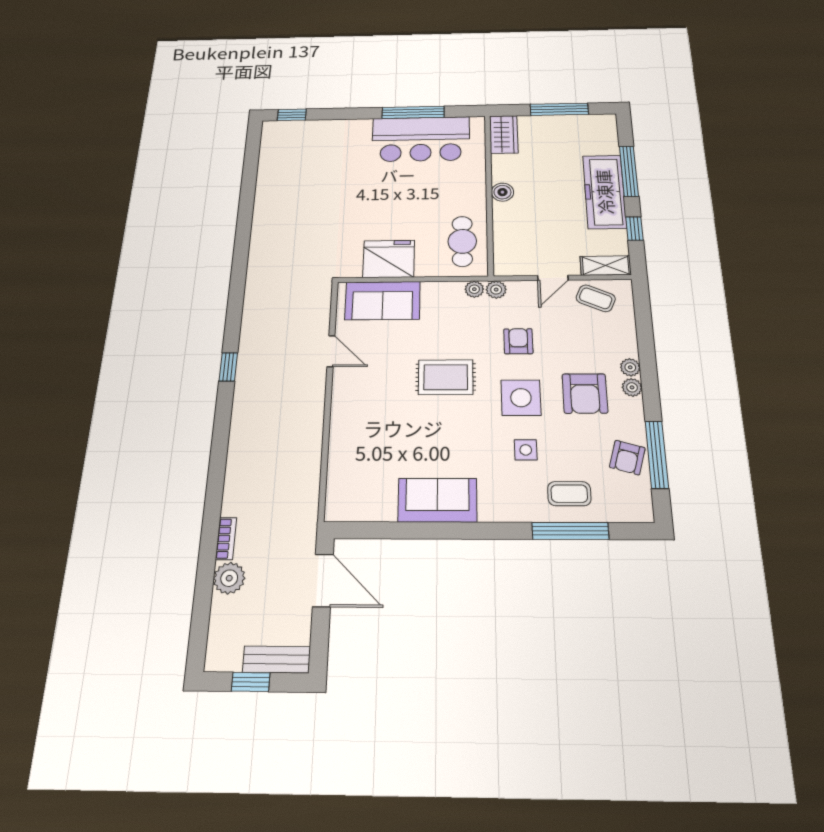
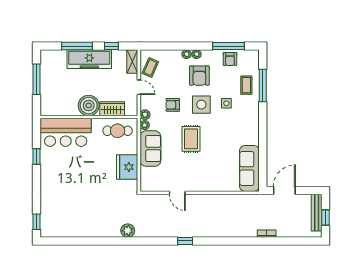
window: (413, 112) -> (37, 157), width x0.46
wardrobe: (504, 134) -> (112, 109), moved
bar counter: (421, 139) -> (66, 132), moved, turned 90
boiler: (502, 192) -> (89, 105), width x1.86, depth x1.86
sofa: (383, 301) -> (150, 149), moved
door: (331, 351) -> (177, 193), swing flipped
armchair: (585, 393) -> (199, 76), turned 90
armchair: (627, 458) -> (230, 59), turned 74
sofa: (437, 500) -> (249, 168), moved, width x1.36
plant: (229, 578) -> (128, 231), moved
bench: (276, 660) -> (317, 213), width x1.36

